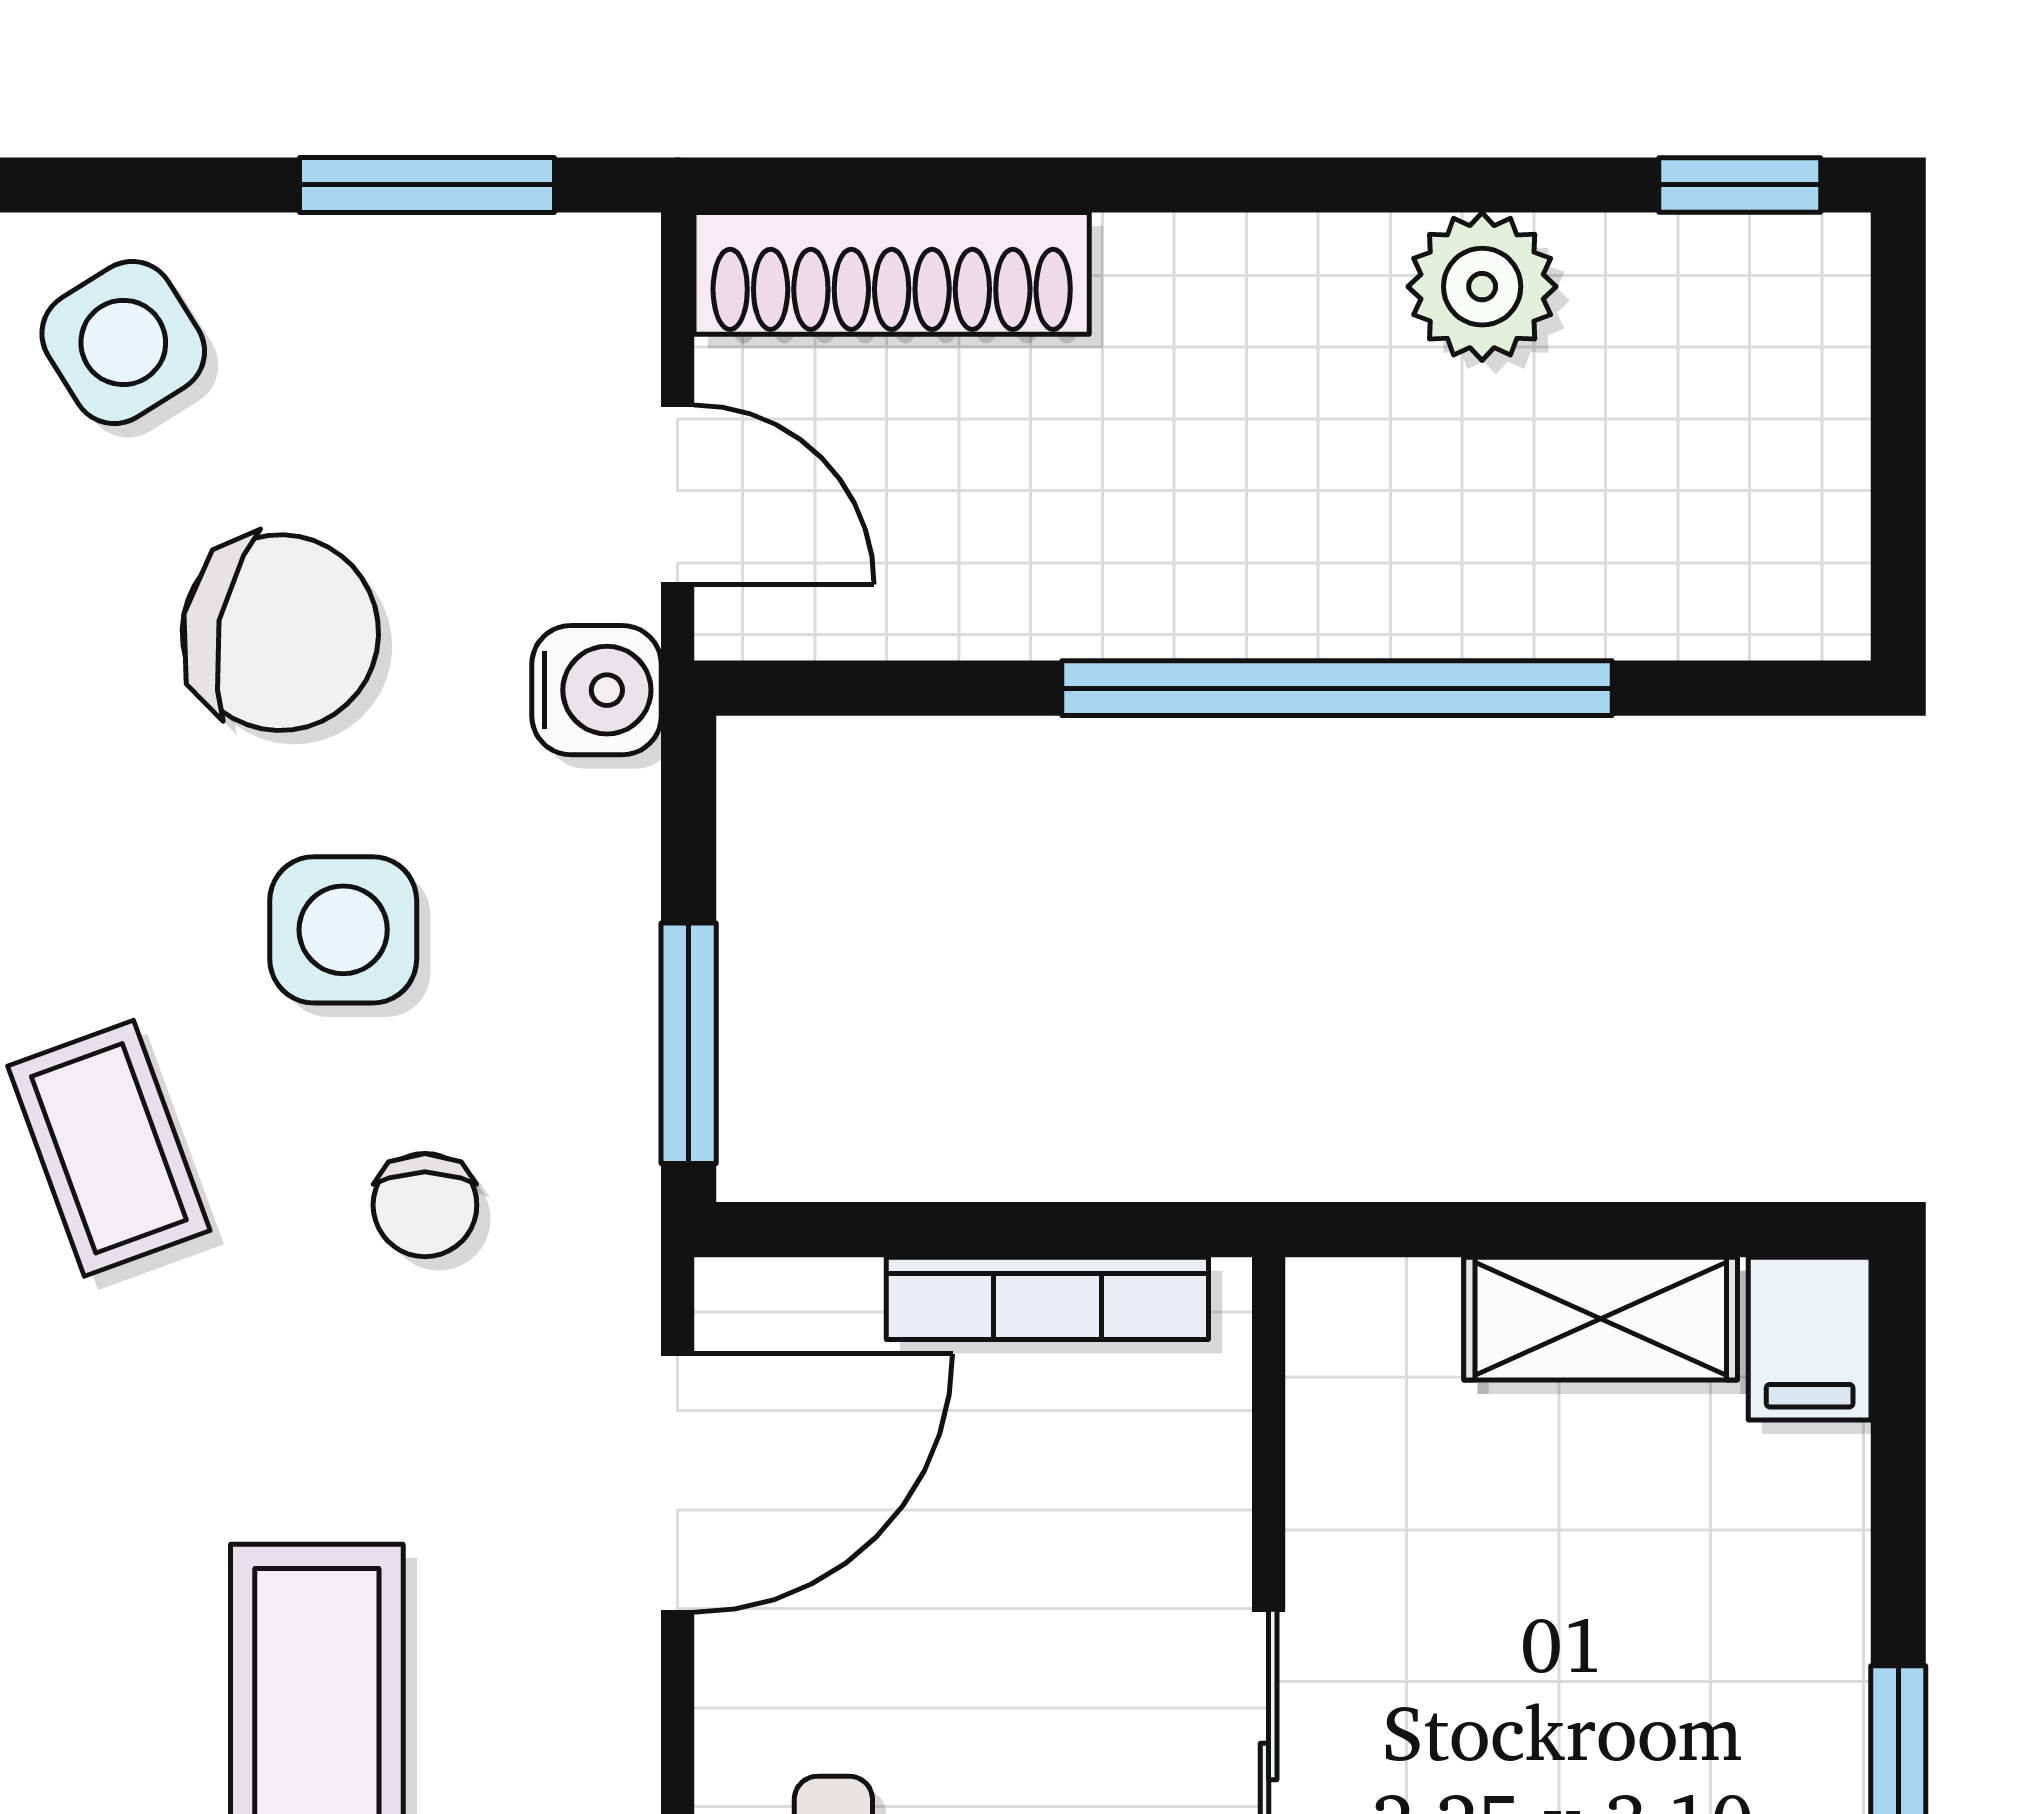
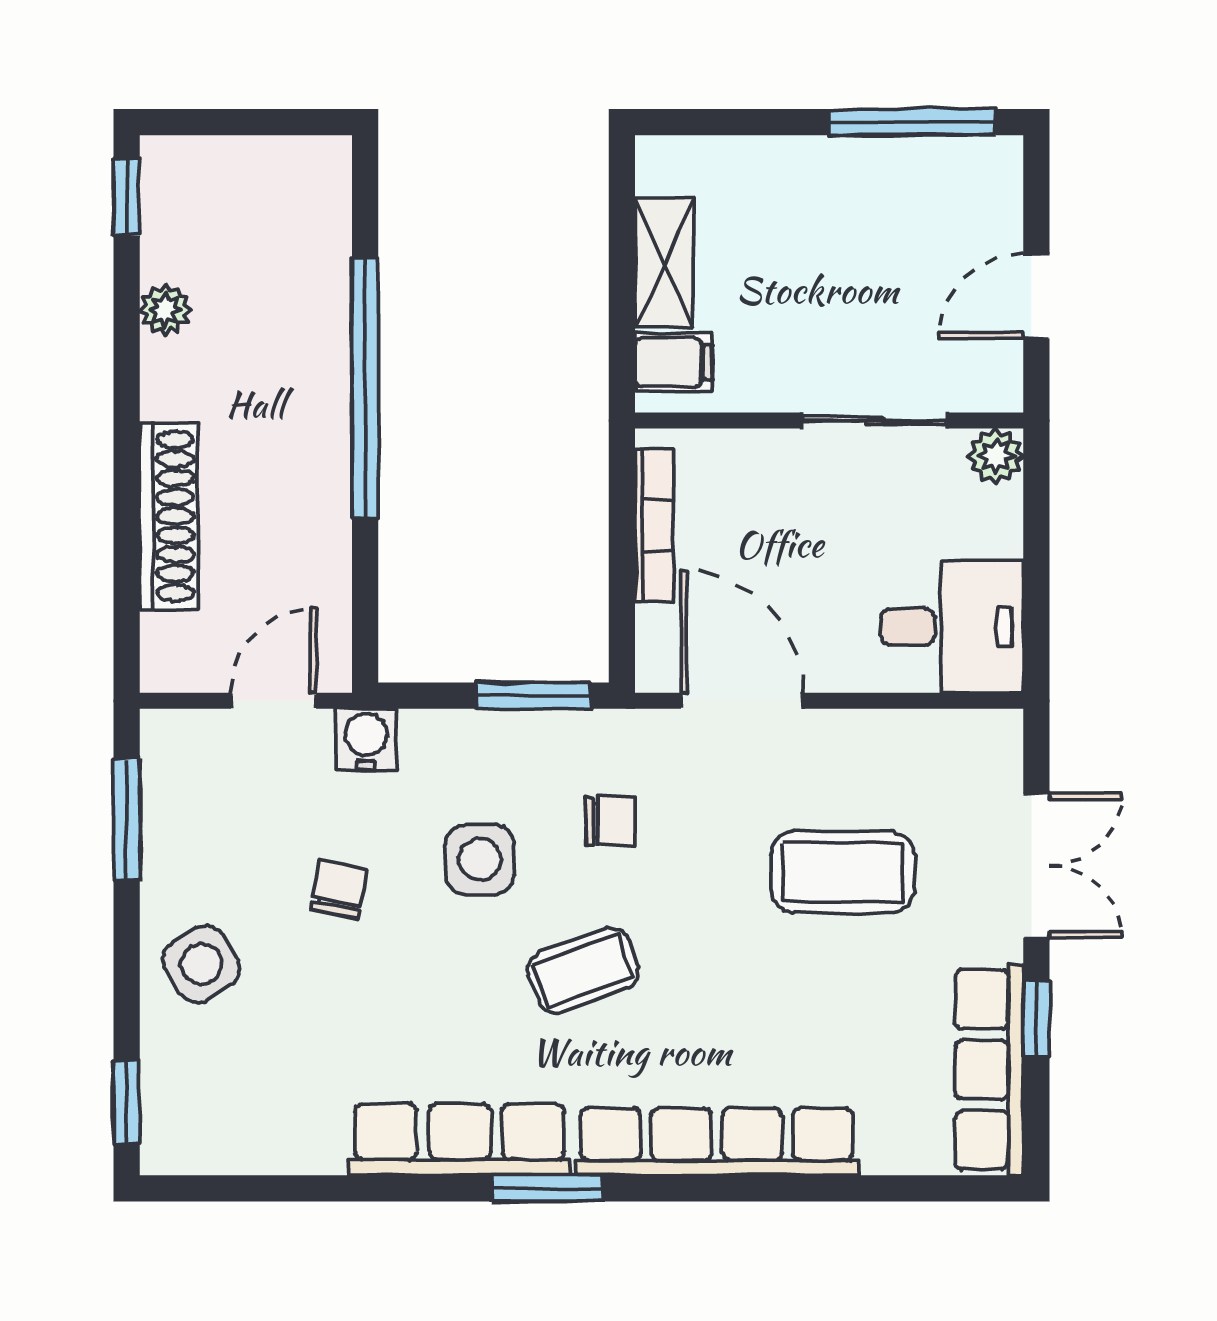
shoe rack: (892, 273) -> (169, 516), moved
plant: (1482, 287) -> (165, 310), width x0.73, depth x0.73
chair: (280, 633) -> (339, 889), width x0.54, depth x0.54
filing cabinet: (1810, 1339) -> (674, 362), moved

